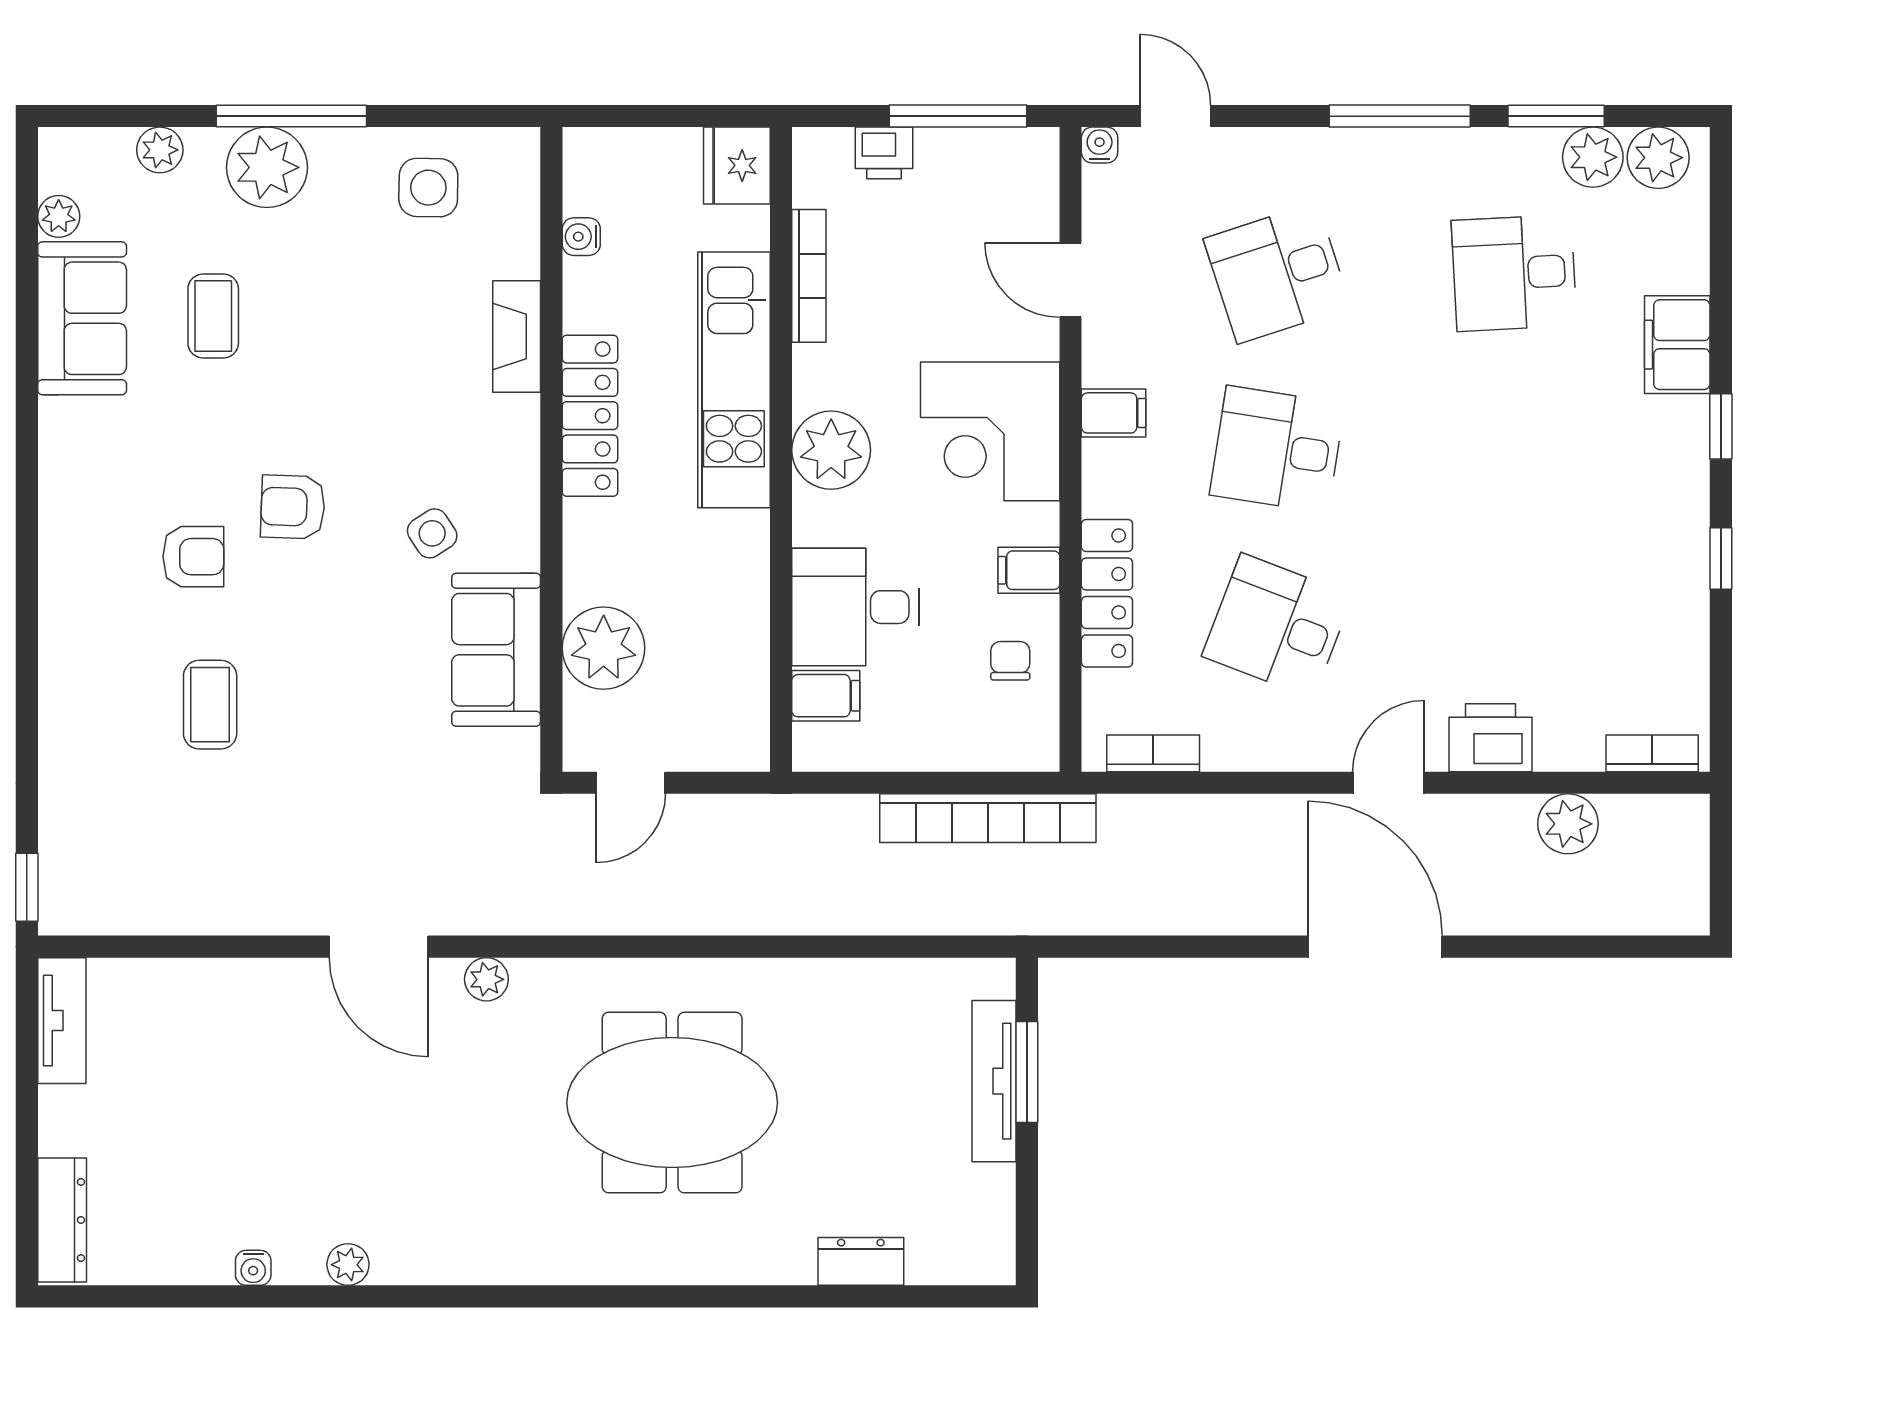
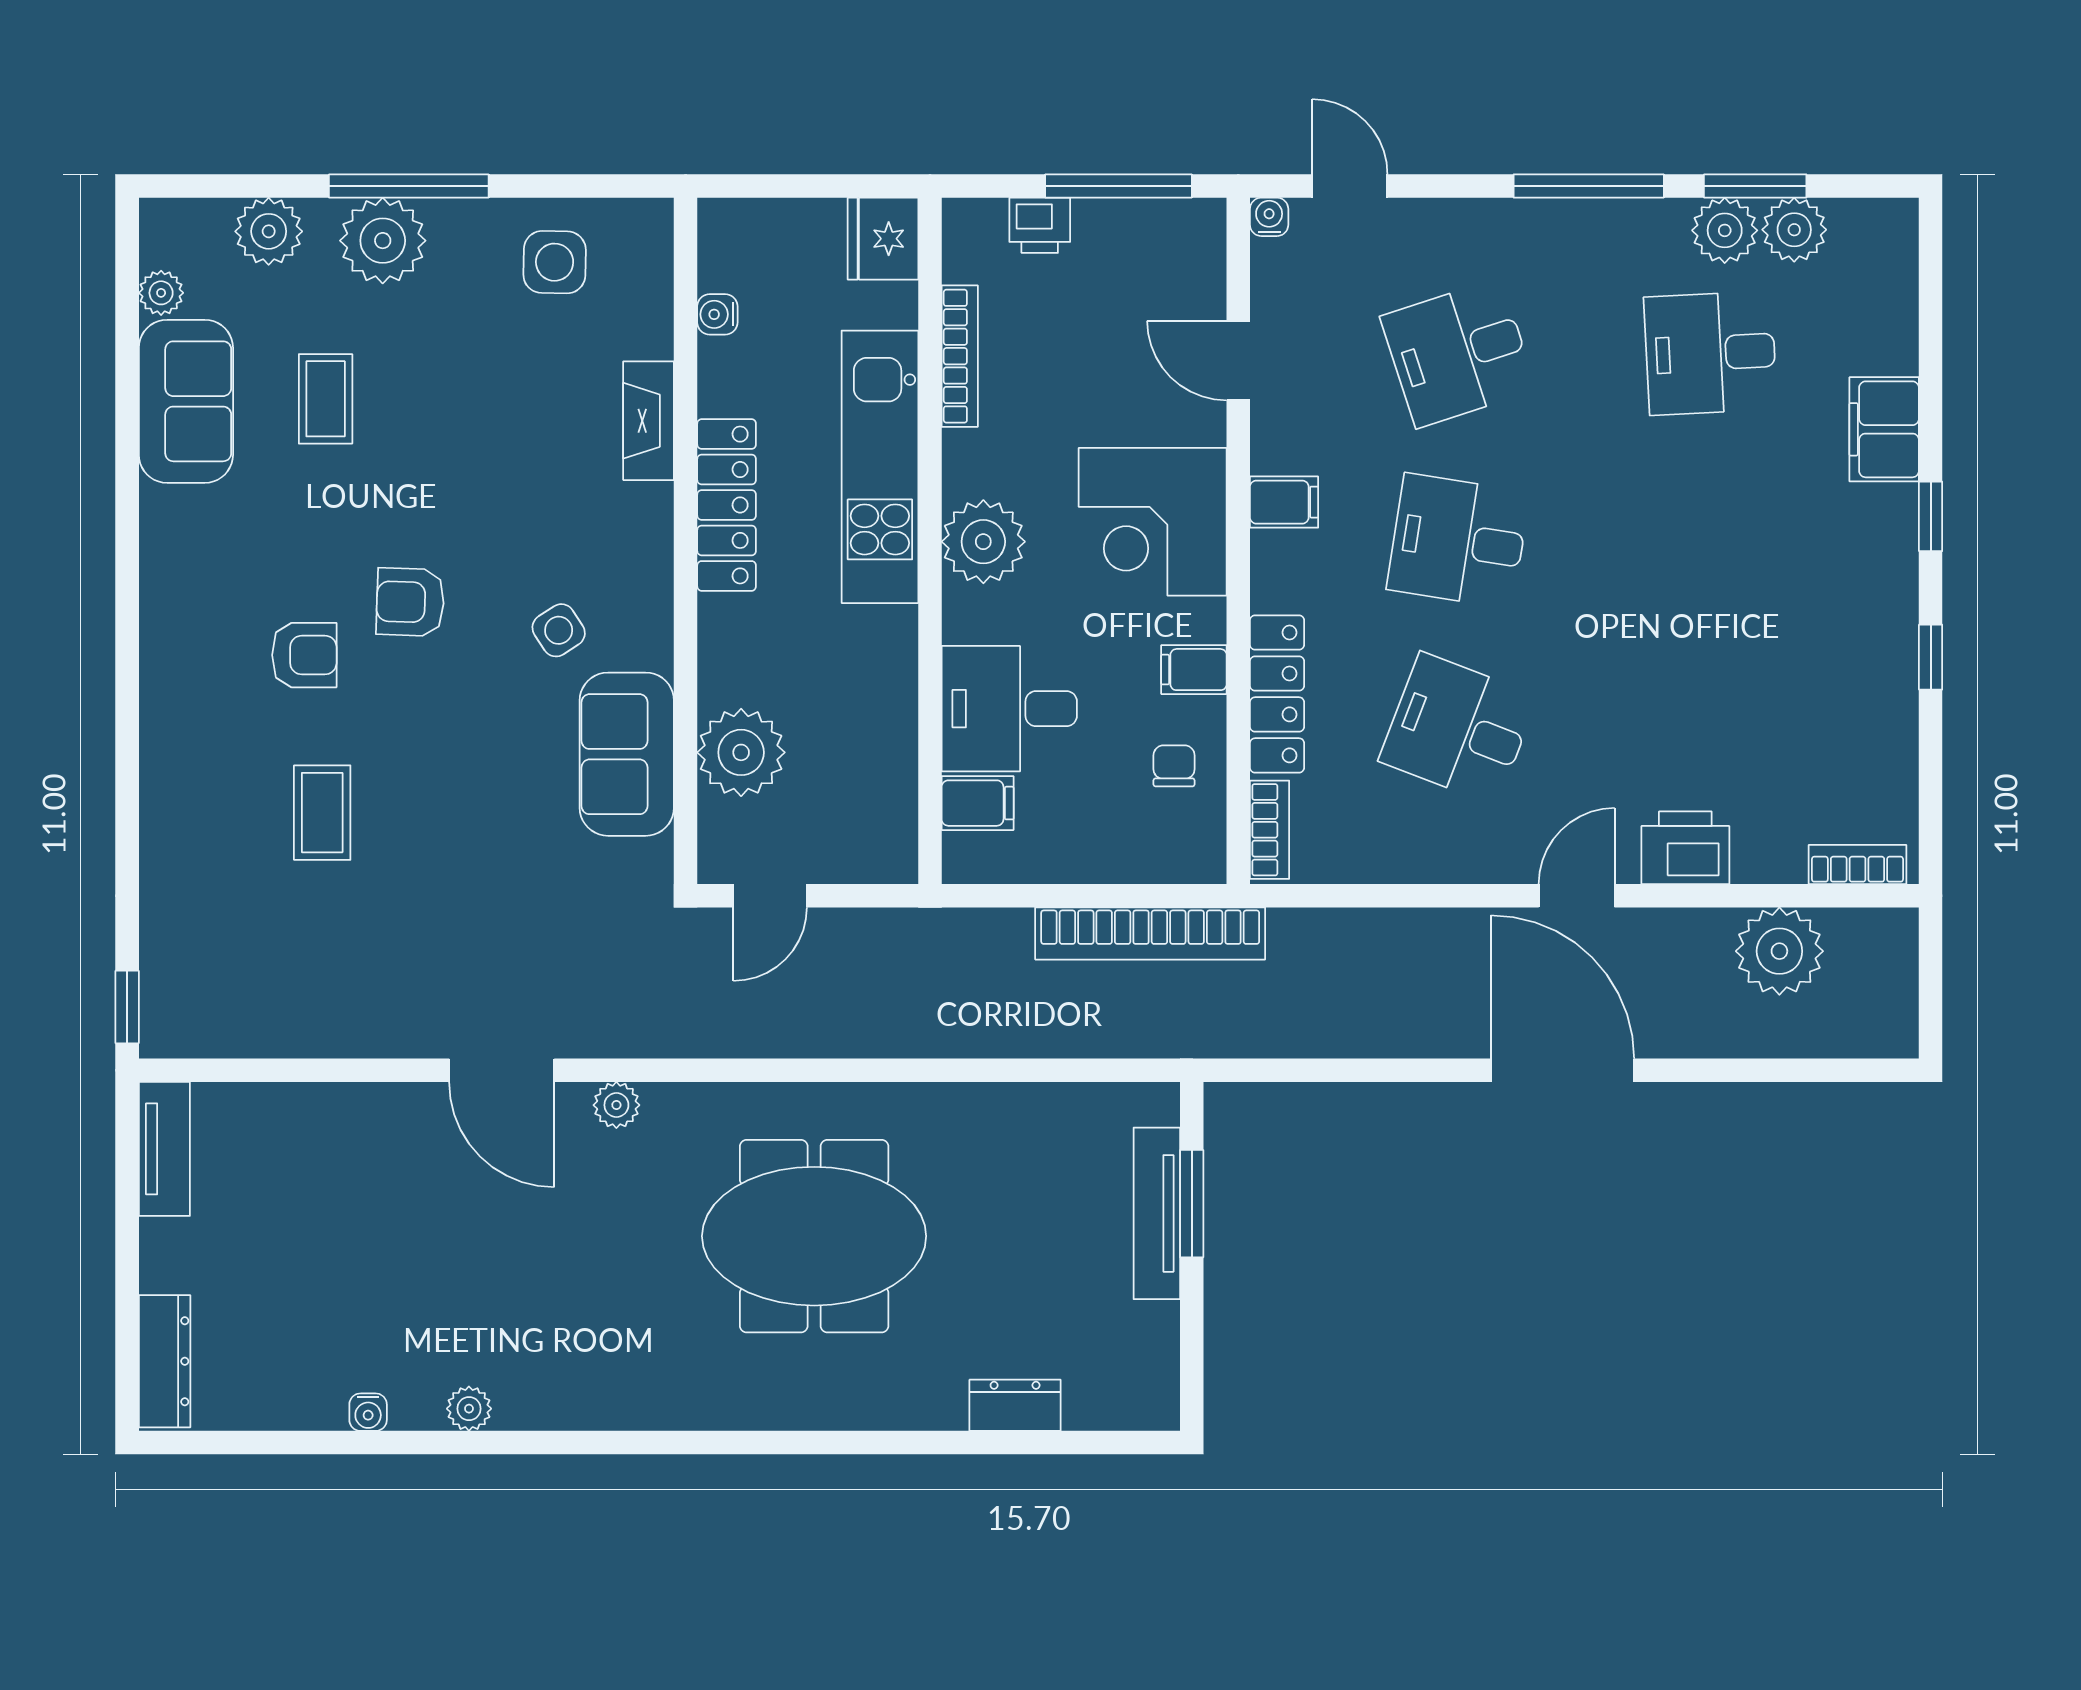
plant: (160, 150) -> (269, 231), width x1.38, depth x1.38
plant: (1658, 158) -> (1725, 230), moved
bookcase: (1153, 753) -> (1270, 830), moved, turned 90
plant: (1568, 824) -> (1779, 951), width x1.36, depth x1.36

